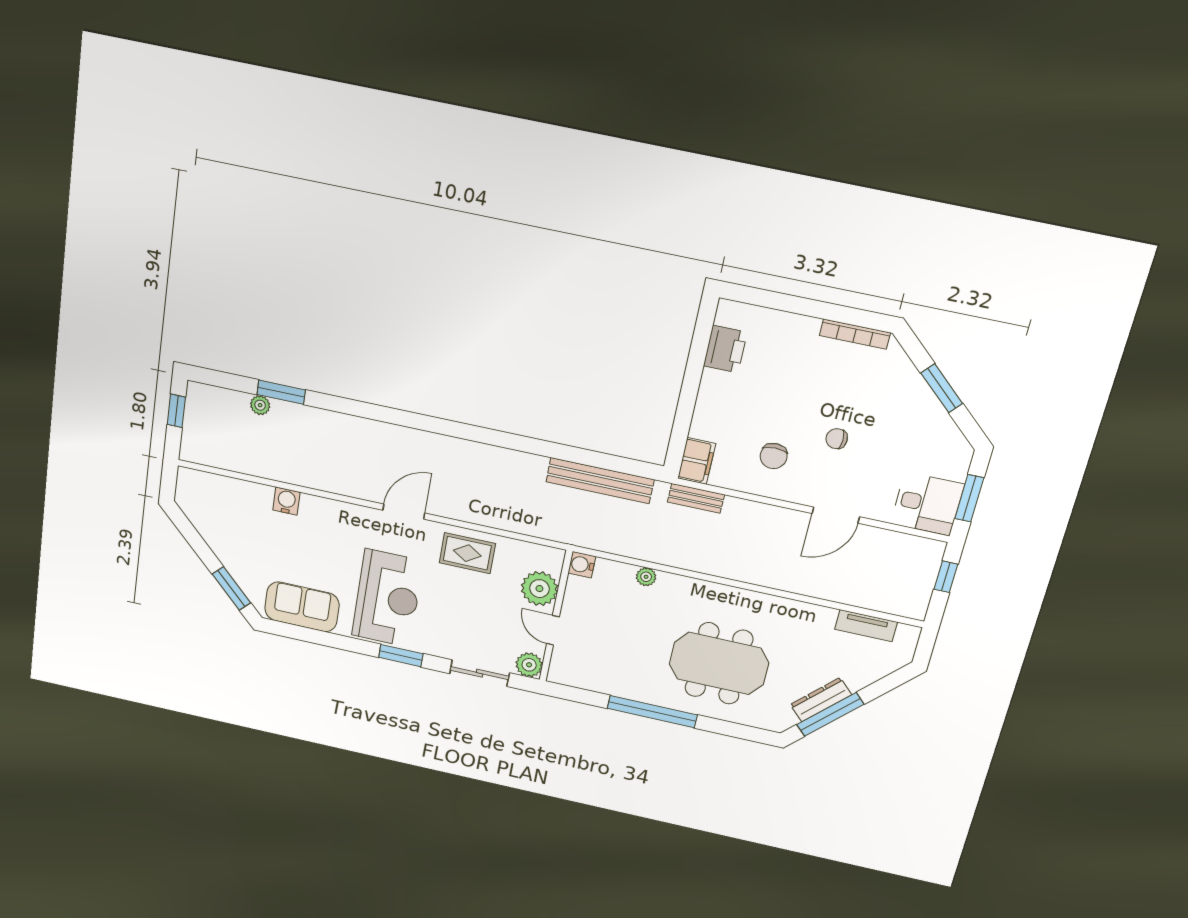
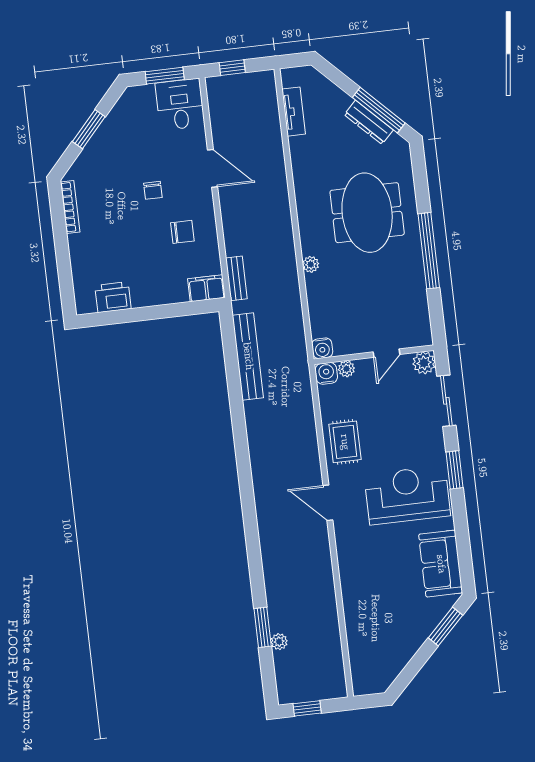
water cooler: (286, 501) -> (326, 373), moved, turned 90
plant: (646, 577) -> (311, 264), moved
plant: (539, 589) -> (346, 369), width x0.53, depth x0.53

